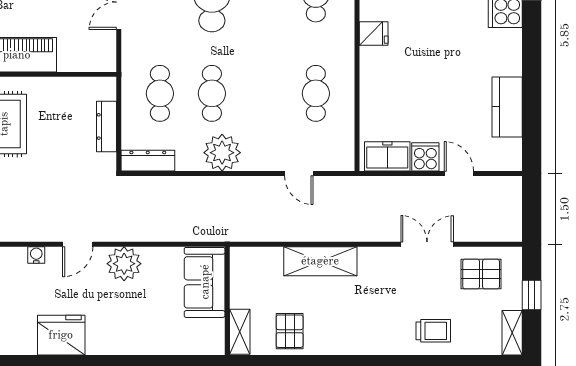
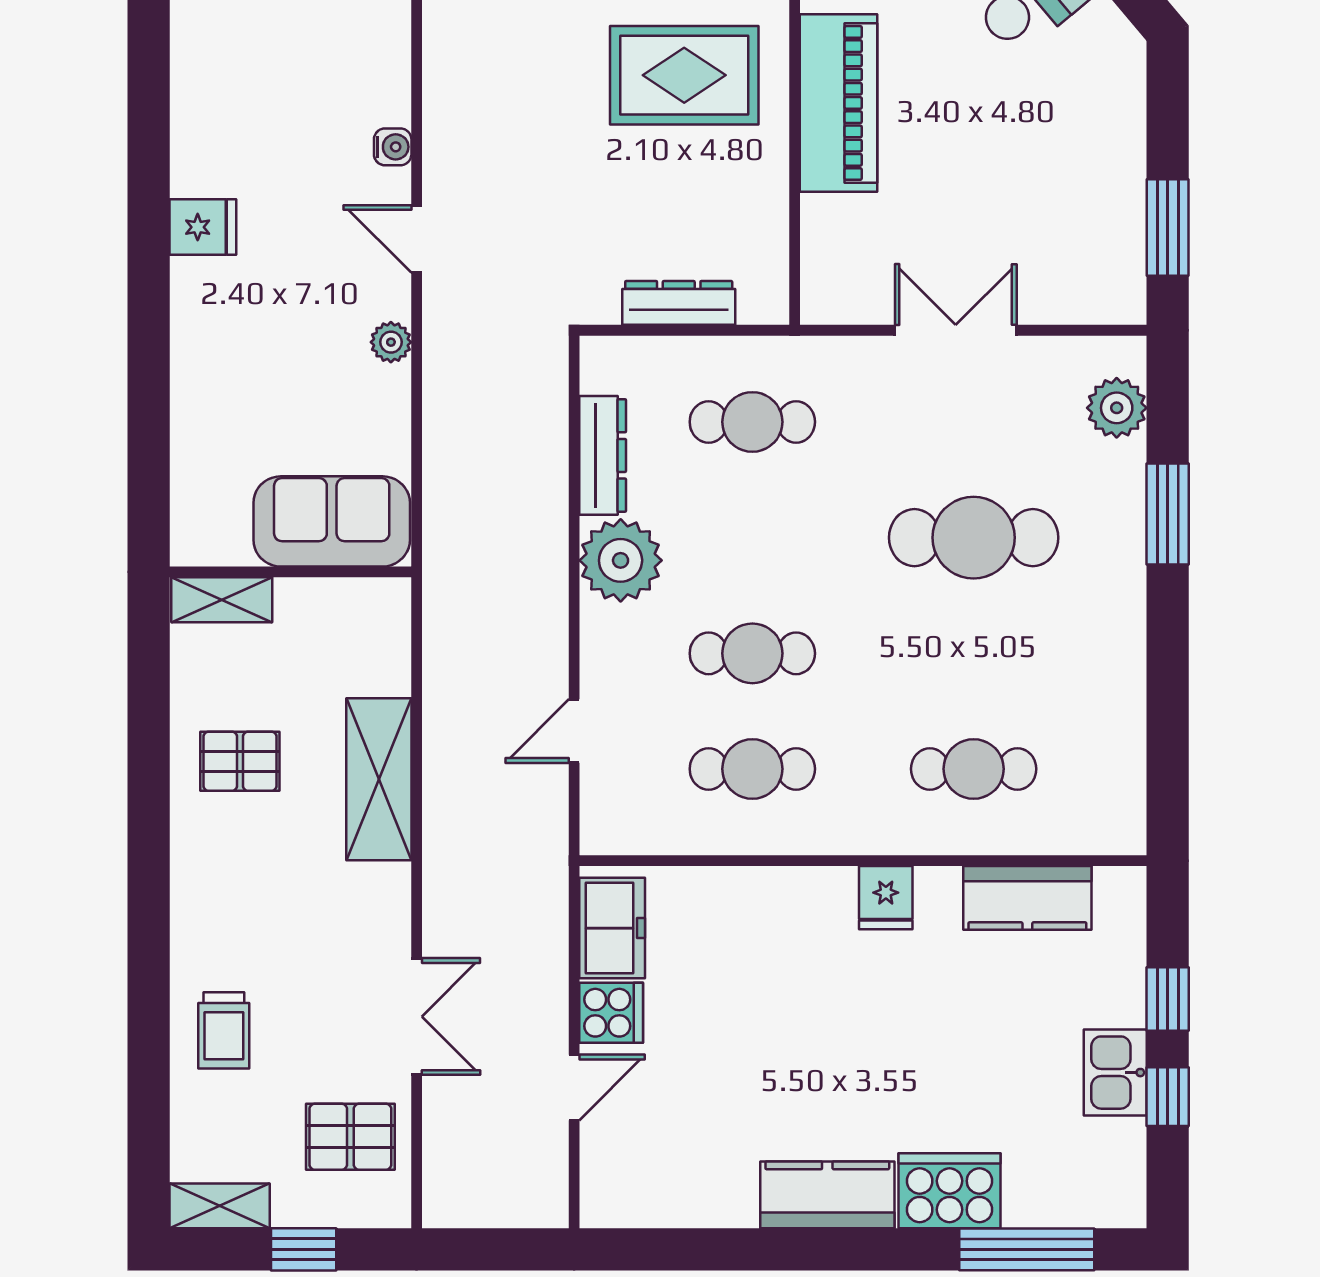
cafe table: (212, 93) -> (752, 653), moved
kitchen counter: (507, 107) -> (827, 1195), moved
dresser: (148, 161) -> (603, 455), moved
plant: (124, 264) -> (391, 342), width x0.53, depth x0.53
pallet: (481, 274) -> (350, 1137), turned 90
pallet: (290, 331) -> (240, 761), moved
fridge: (61, 335) -> (203, 227), width x0.53, depth x0.75

